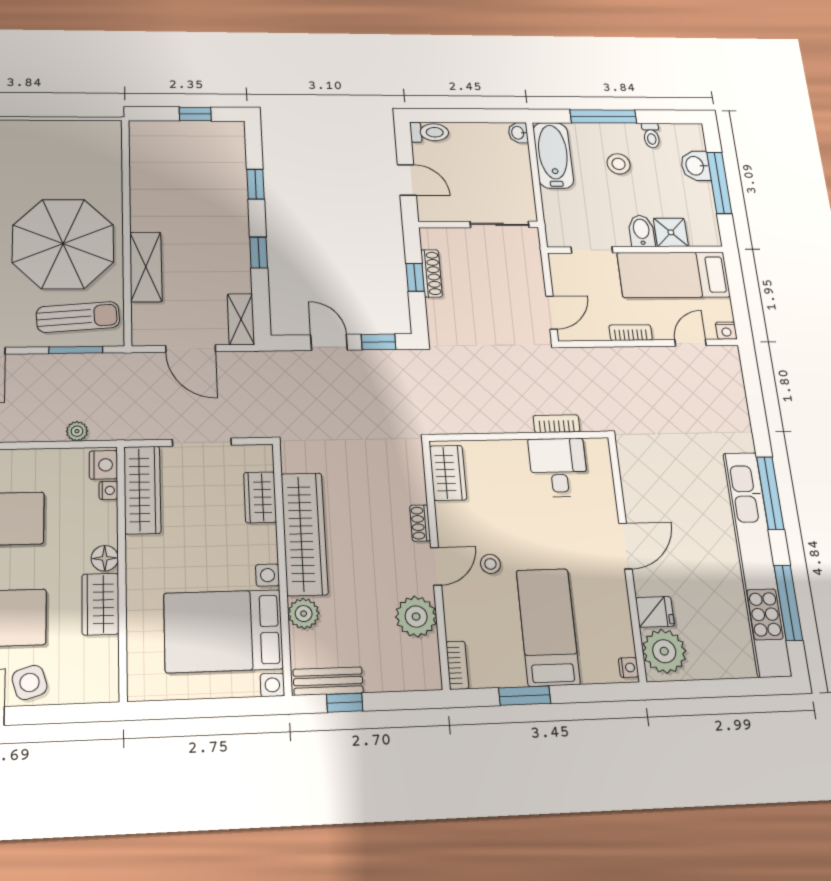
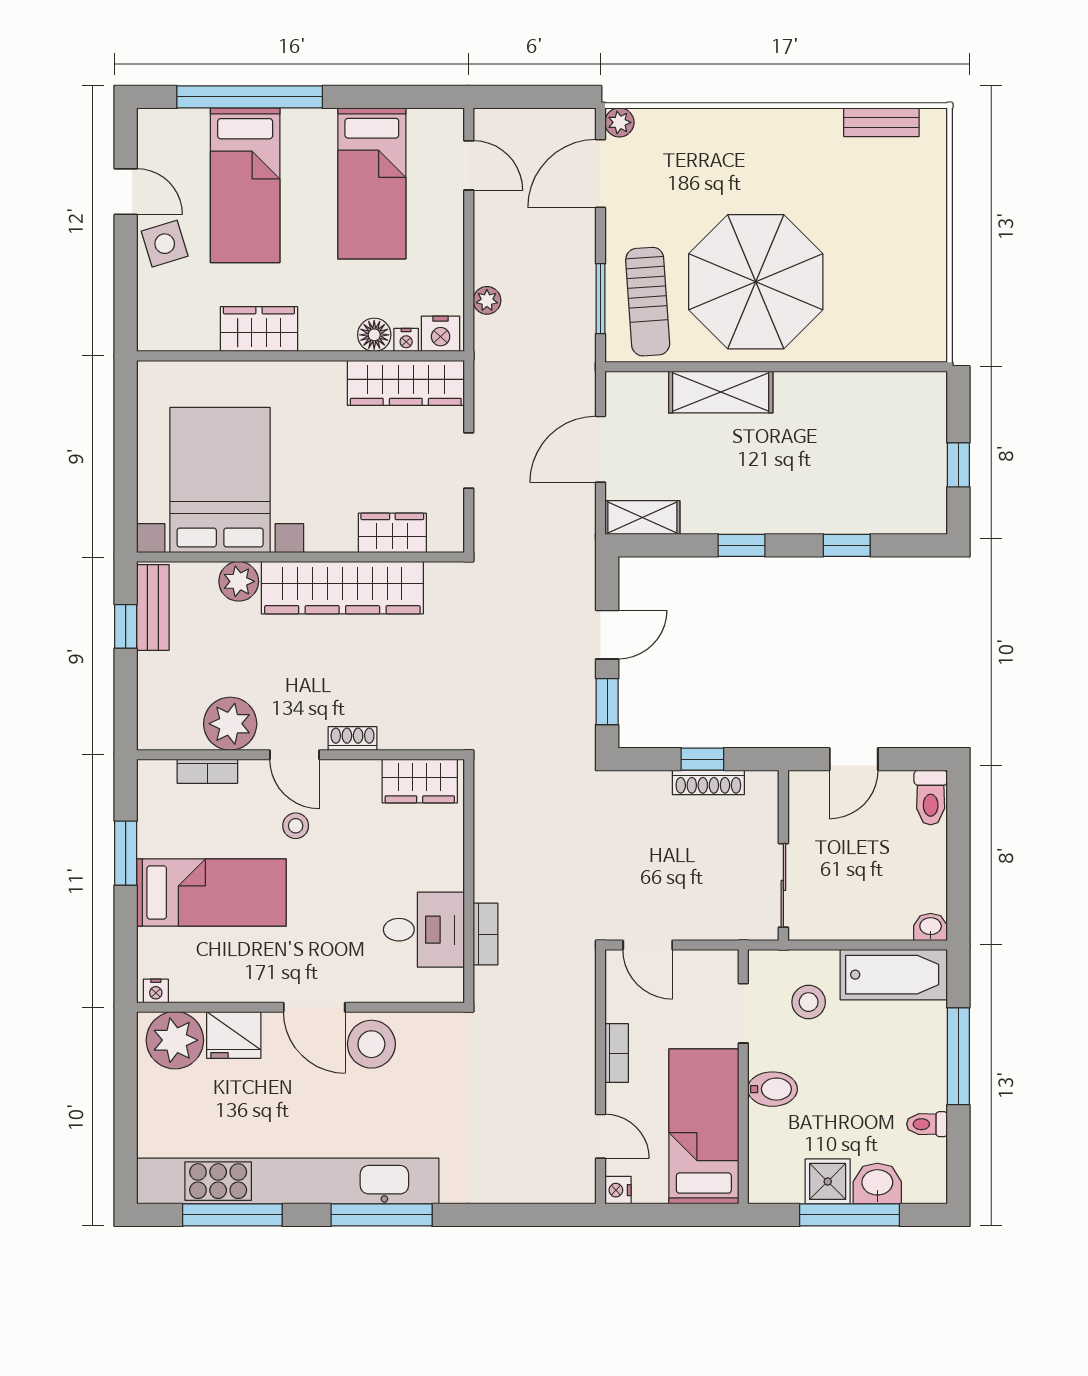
stool: (619, 164) -> (809, 1002), moved
shower: (671, 232) -> (828, 1181), moved
doorway: (202, 442) -> (469, 461), width x0.73
stool: (647, 503) -> (371, 1044), added
floor lamp: (105, 558) -> (374, 335), moved
fridge: (655, 612) -> (234, 1035), width x1.38
bookcase: (457, 665) -> (207, 771), moved

